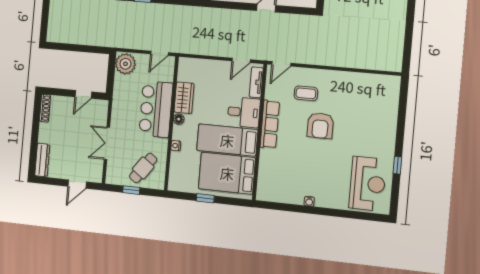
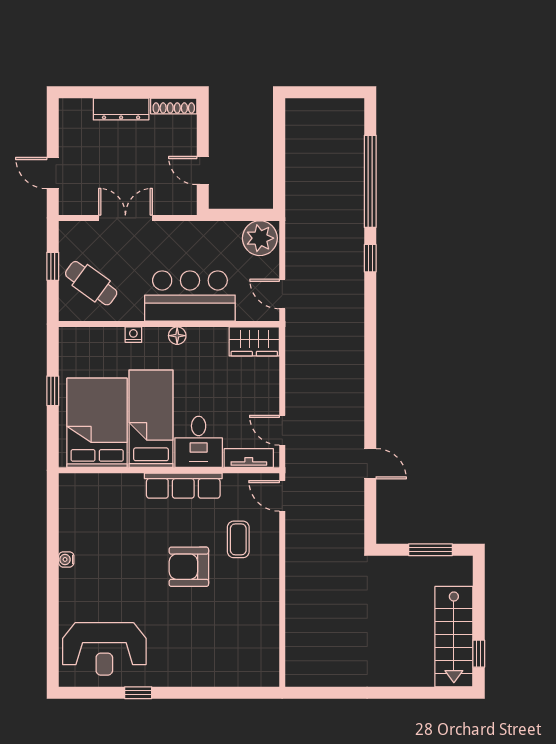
wardrobe: (184, 98) -> (254, 341), moved
dresser: (42, 160) -> (121, 109), moved

